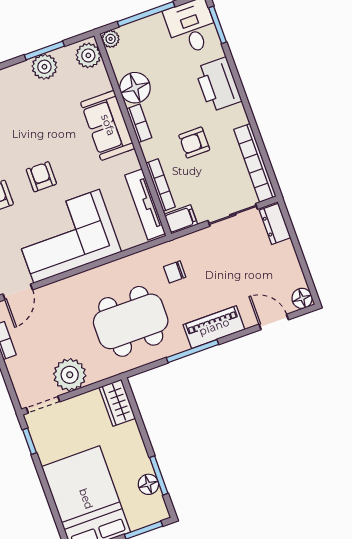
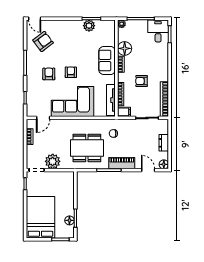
plant: (88, 55) -> (110, 28), removed
printer: (218, 85) -> (161, 60), removed
dresser: (275, 224) -> (164, 143), moved
wardrobe: (117, 403) -> (69, 181), removed

